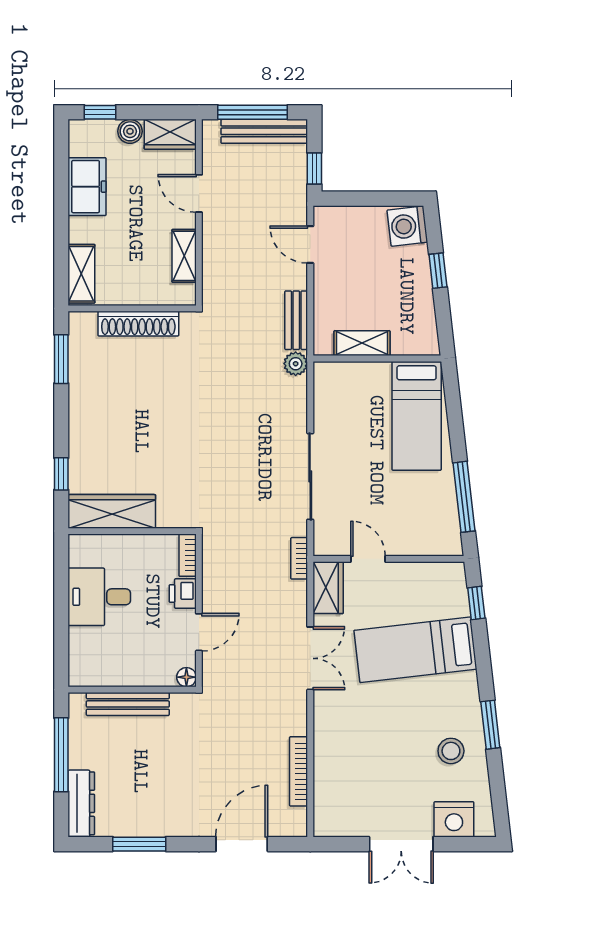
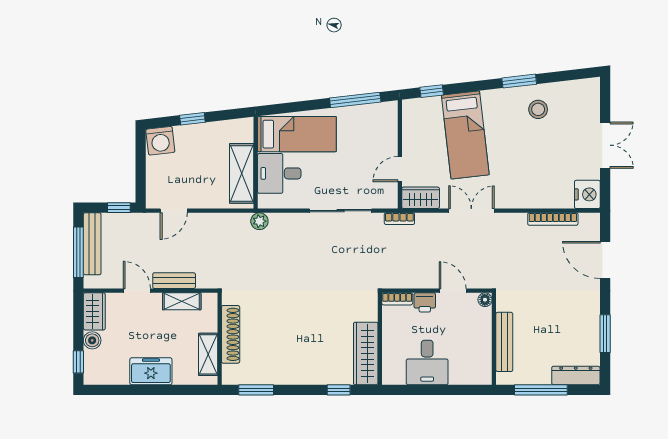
freezer: (87, 187) -> (151, 371), moved
door: (199, 193) -> (137, 291), swing flipped
shelving: (81, 274) -> (208, 354), moved, turned 90
bench: (296, 320) -> (174, 281), moved
shelving: (362, 343) -> (242, 173), width x1.50, depth x1.33
desk: (362, 391) -> (279, 173), added
nightstand: (454, 819) -> (587, 194), moved

